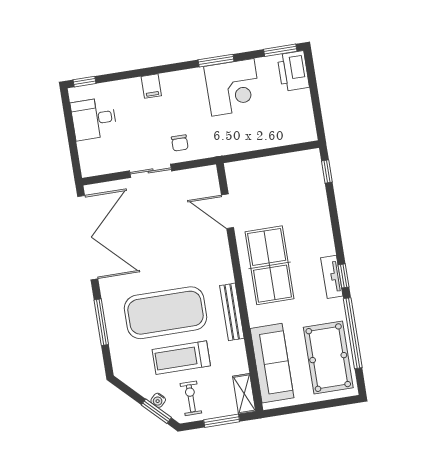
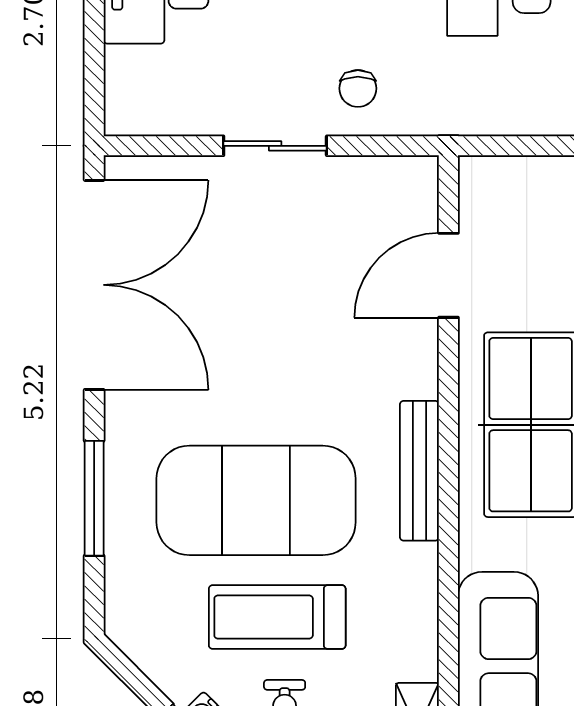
door: (228, 211) -> (448, 275), hinge flipped
bench: (232, 312) -> (419, 471), moved

